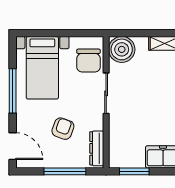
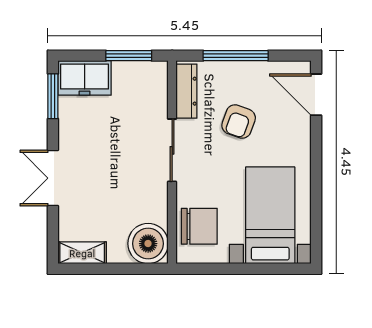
chair: (88, 61) -> (199, 226), turned 90
window: (13, 91) -> (316, 180), removed
sliding door: (106, 93) -> (172, 150), moved

